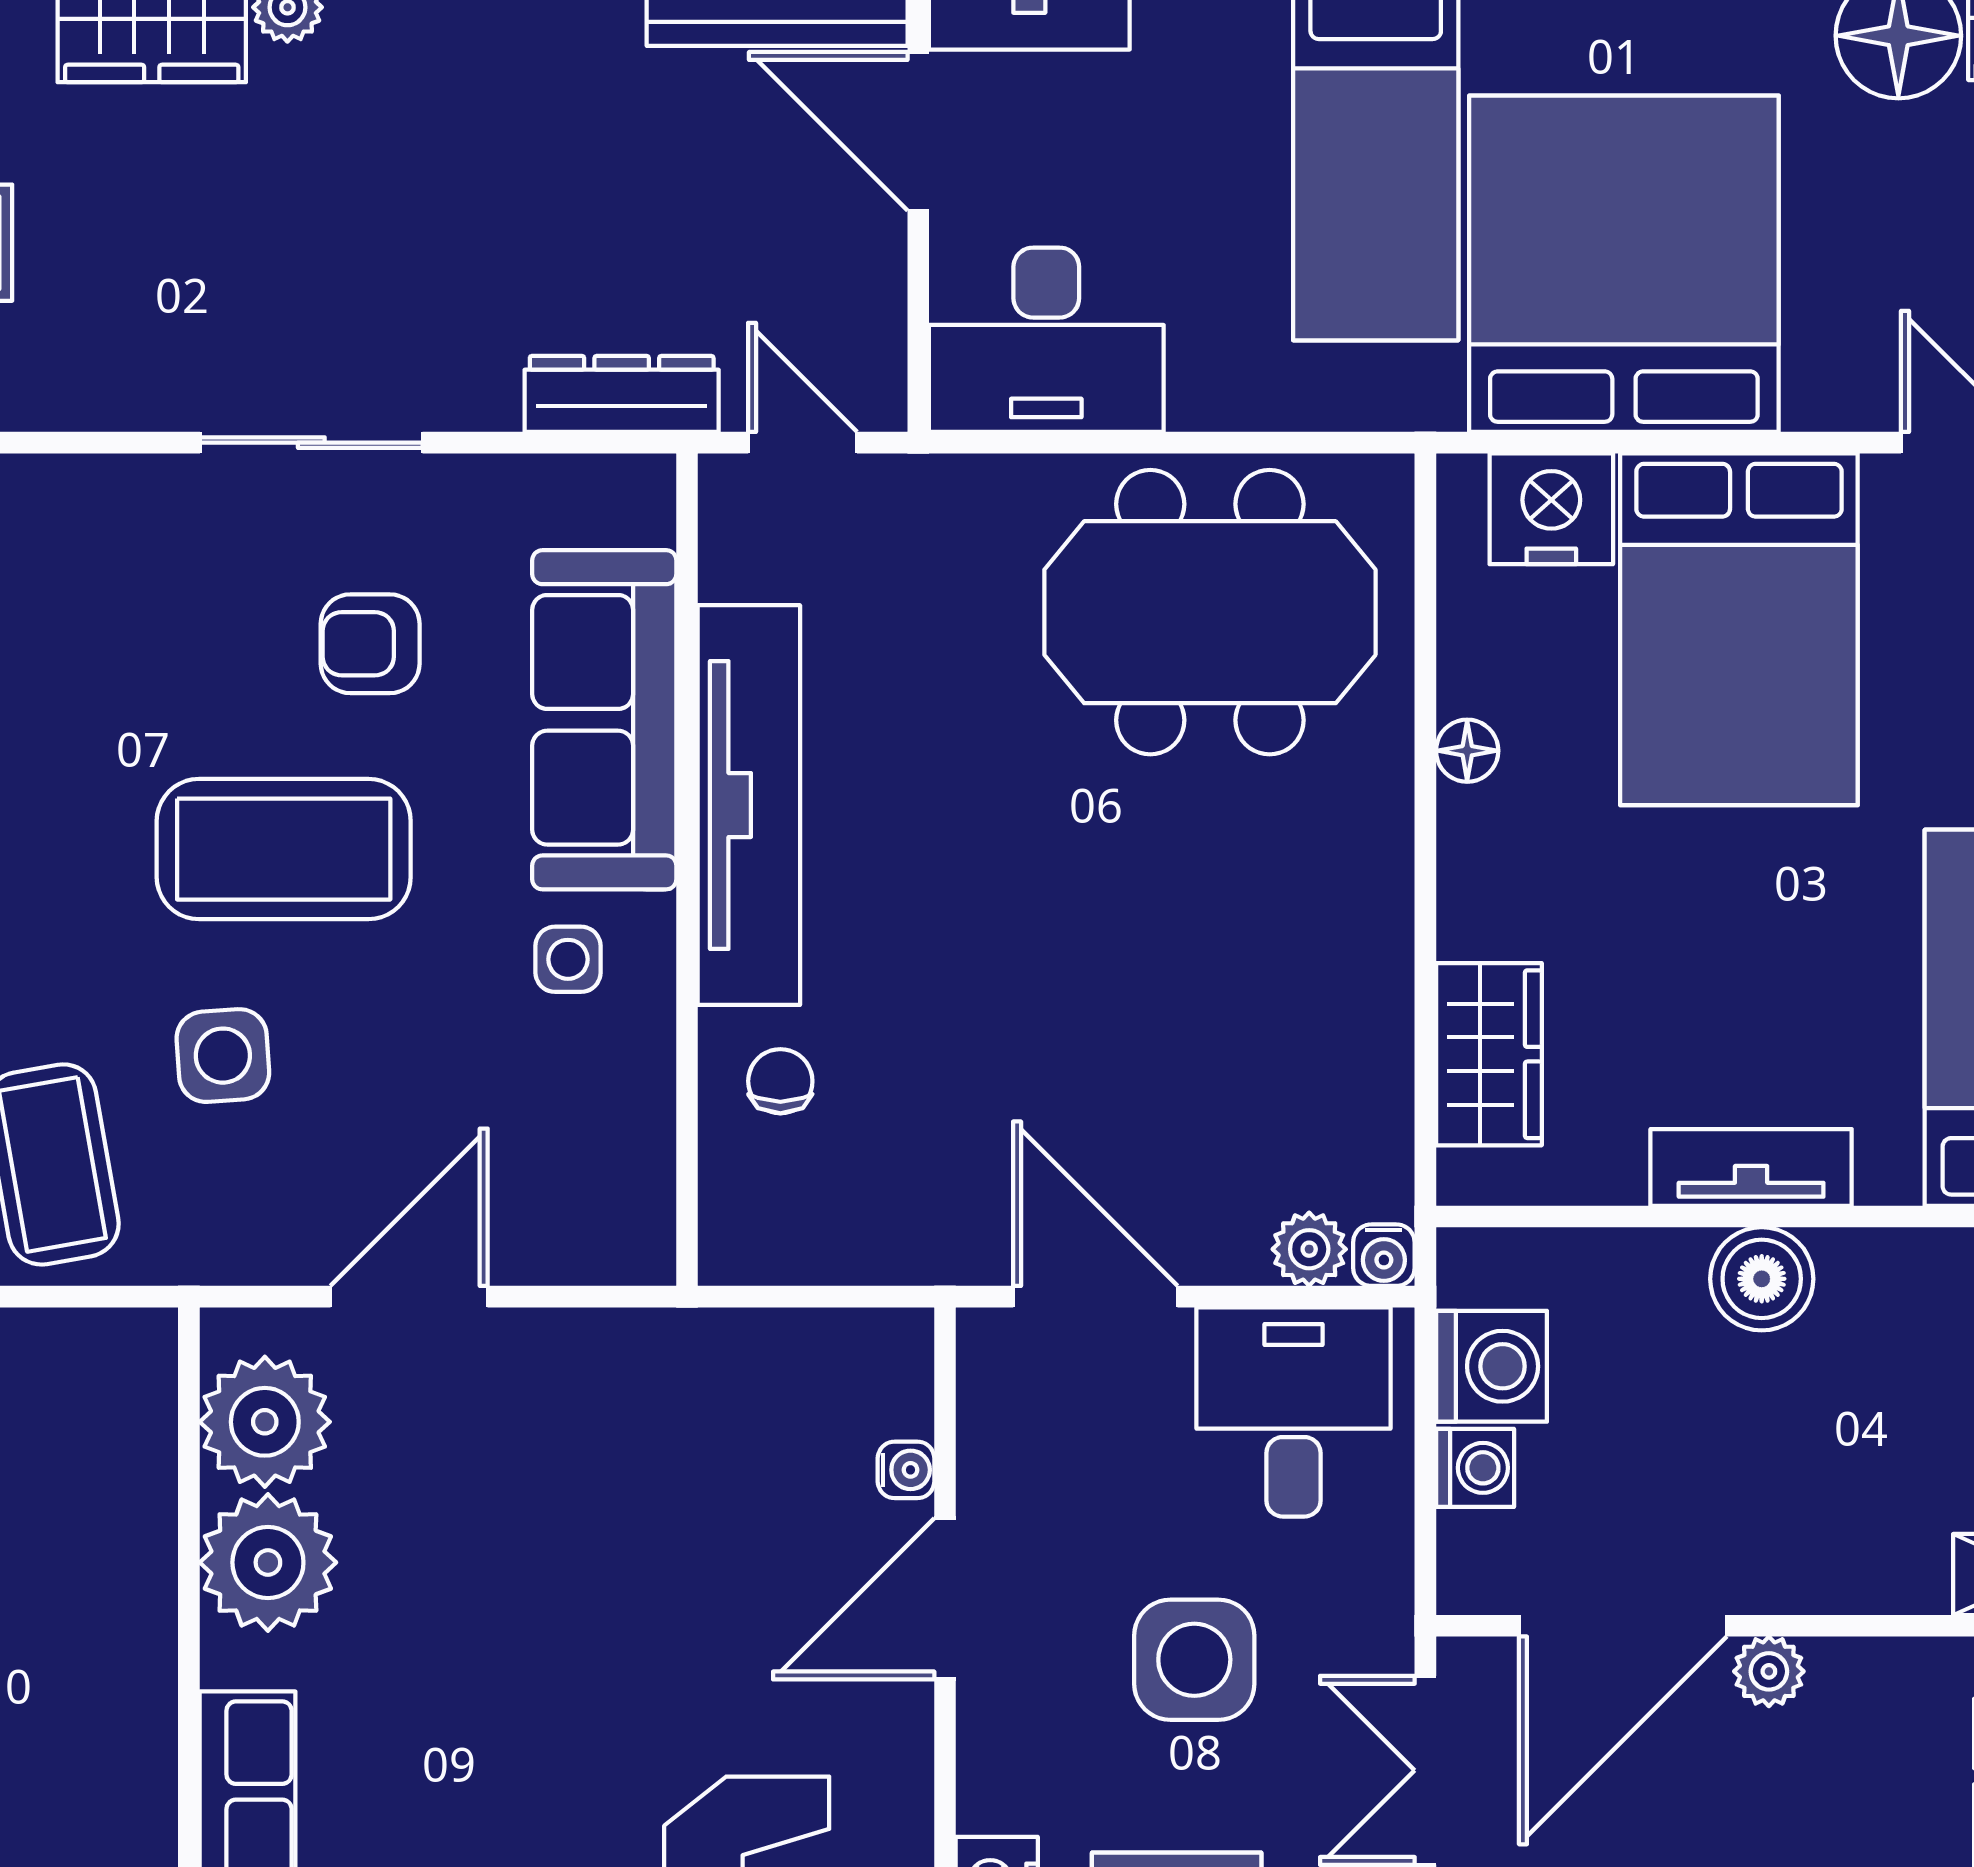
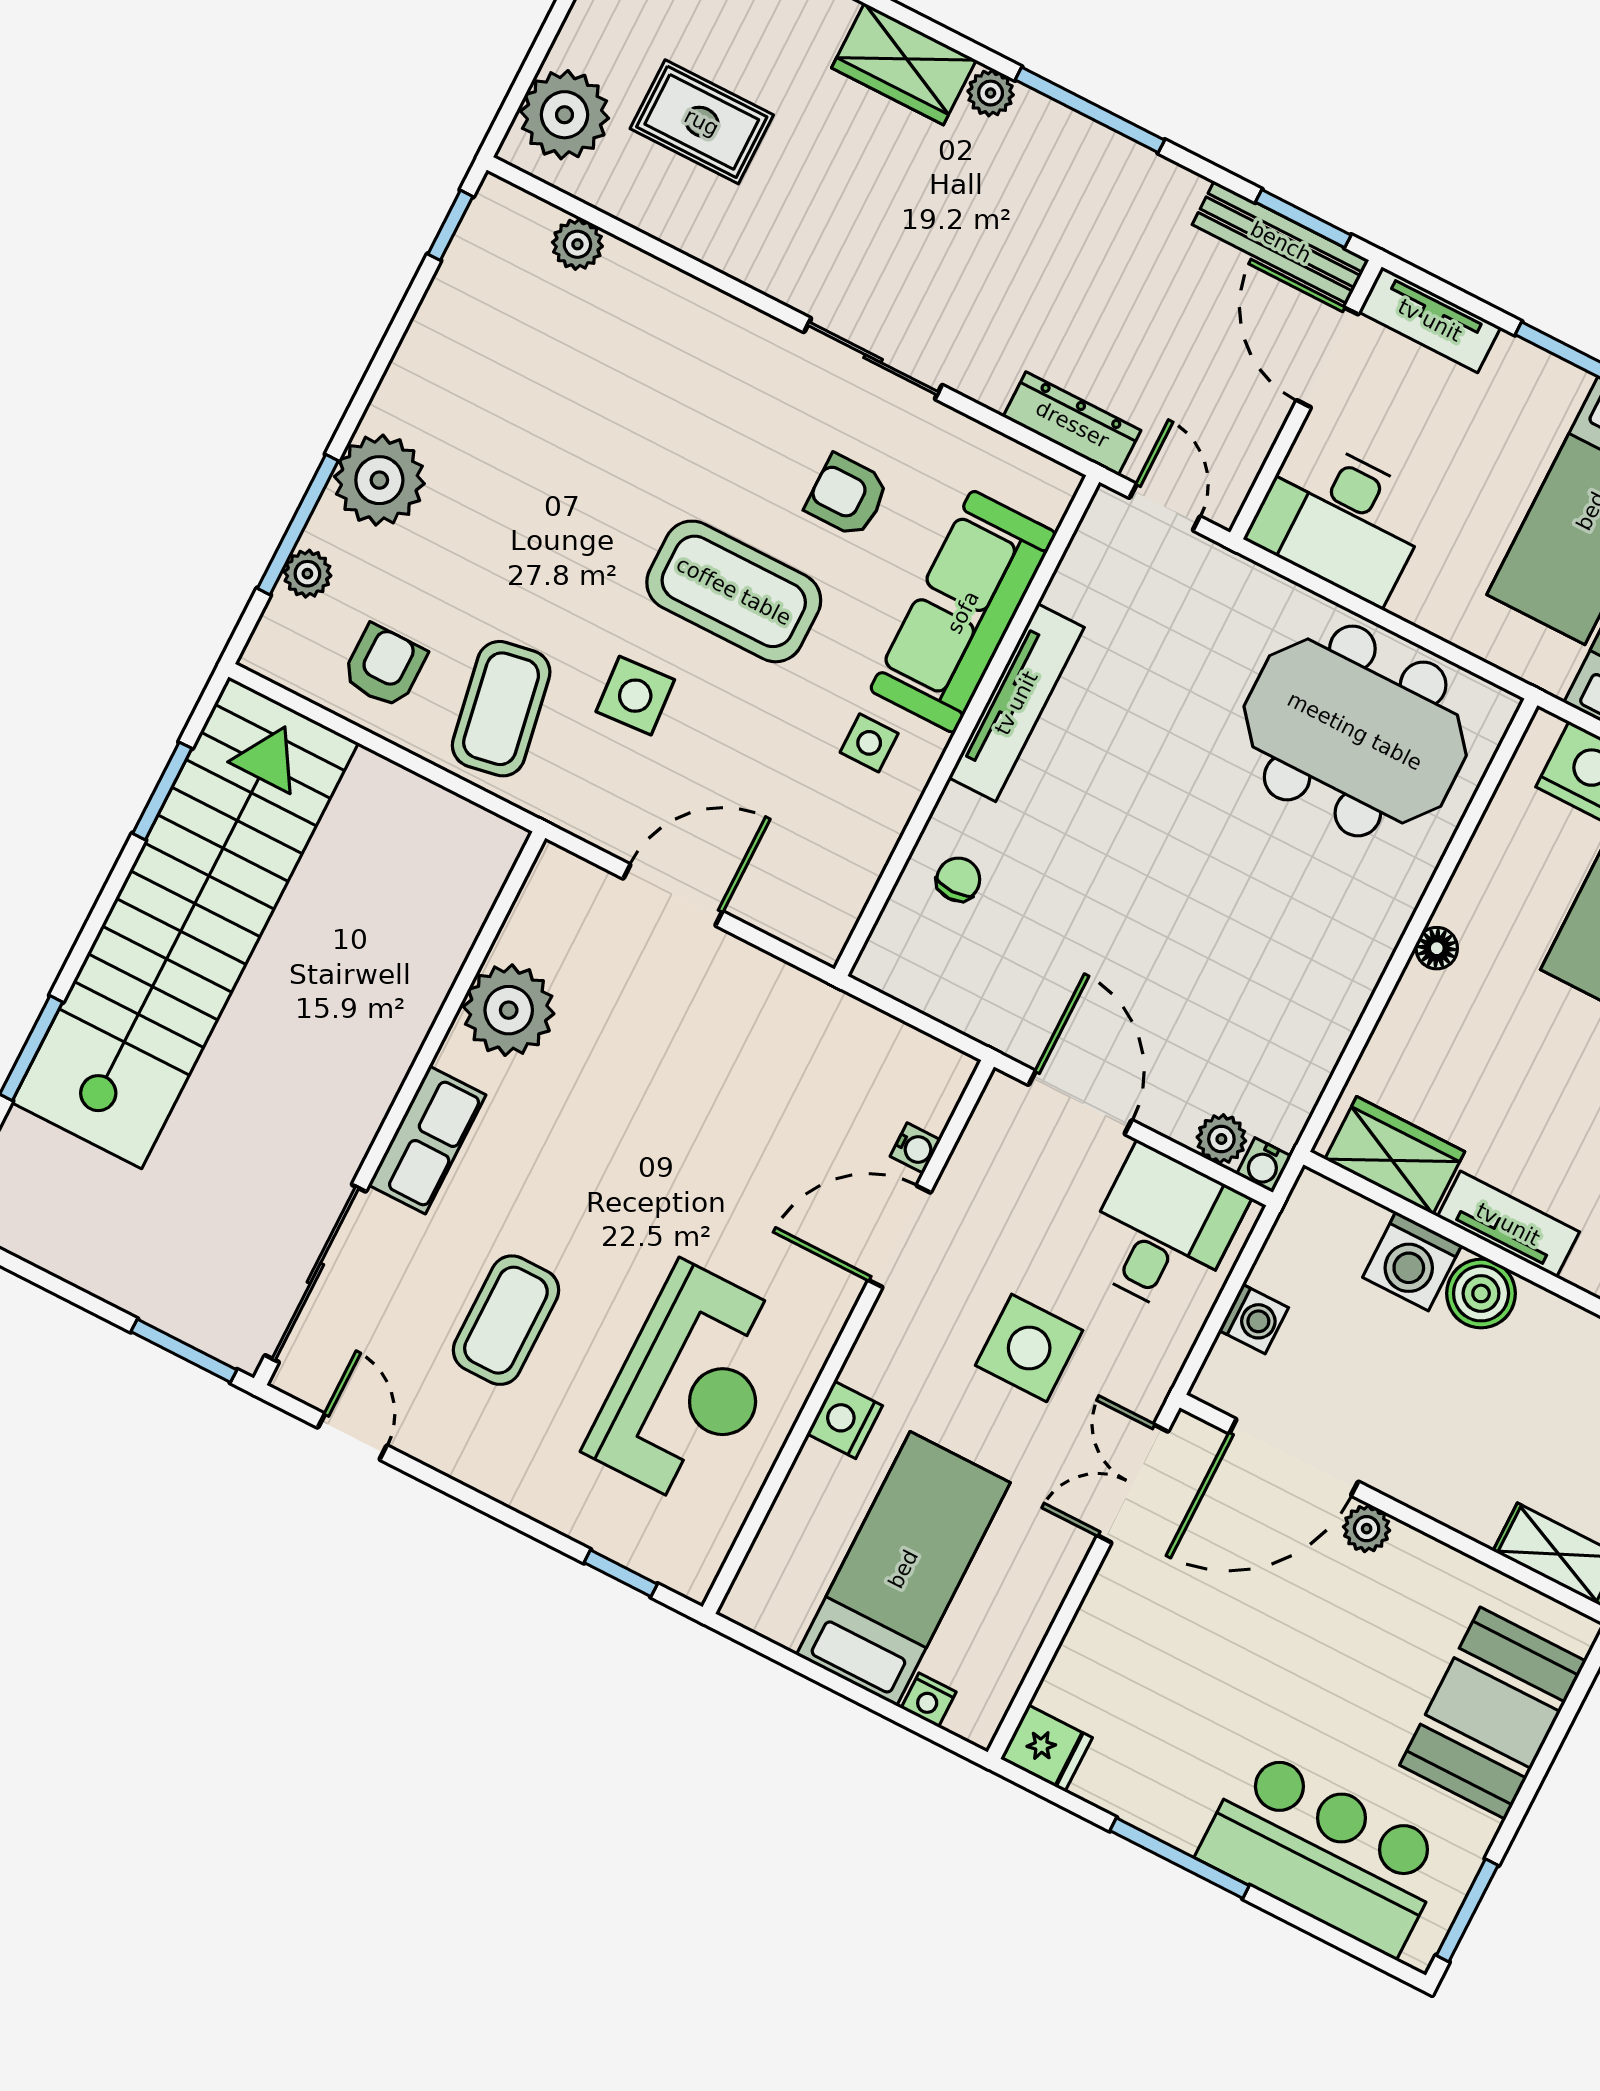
floor lamp: (1467, 751) -> (1437, 948), moved
tv unit: (749, 805) -> (1016, 703), width x0.73, depth x0.78
wardrobe: (1489, 1054) -> (1395, 1155), moved, turned -90
washing machine: (1491, 1366) -> (1412, 1261), moved, turned 90
plant: (265, 1422) -> (549, 926), removed

